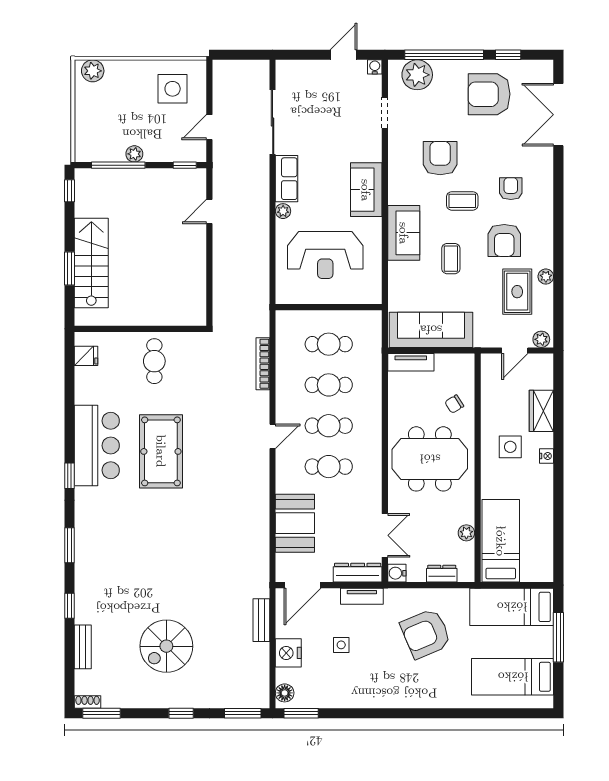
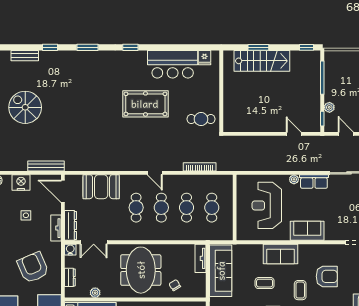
plant: (134, 154) -> (329, 107), moved
cafe table: (154, 361) -> (201, 119), moved
bar counter: (97, 446) -> (173, 64), moved
bench: (261, 620) -> (46, 166), width x1.36

